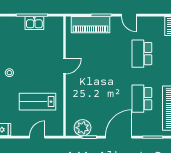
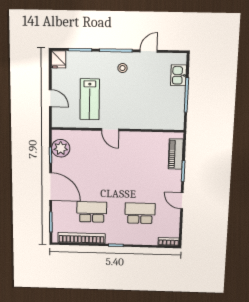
door: (129, 15) -> (182, 201), hinge flipped
kitchen sink: (34, 23) -> (178, 75), moved
piano: (90, 25) -> (176, 154), width x0.73, depth x0.75
door: (65, 66) -> (110, 130), moved
lab bench: (38, 102) -> (90, 99), turned 180

